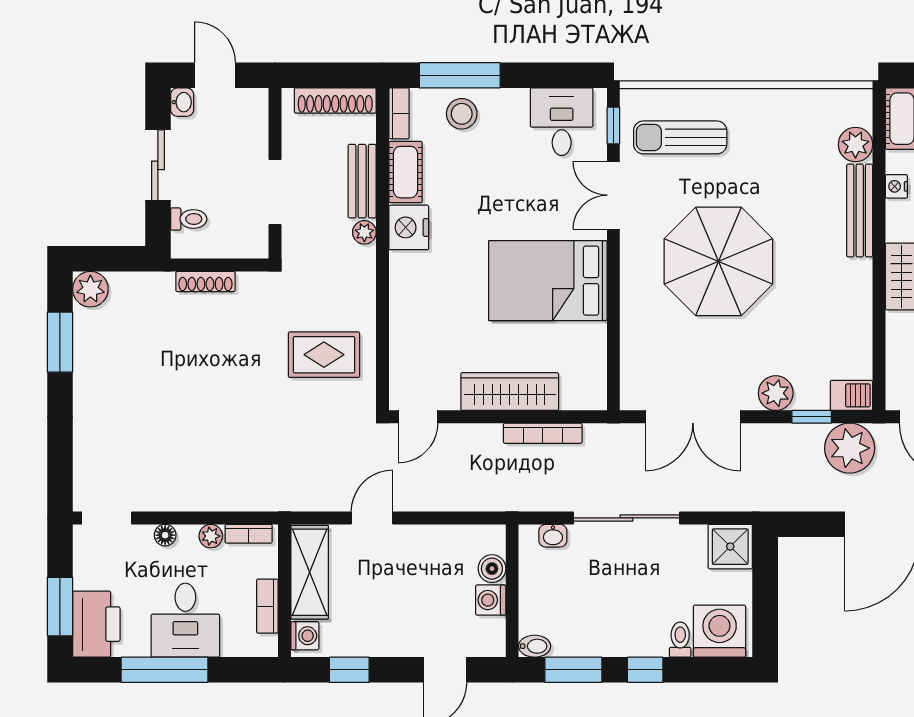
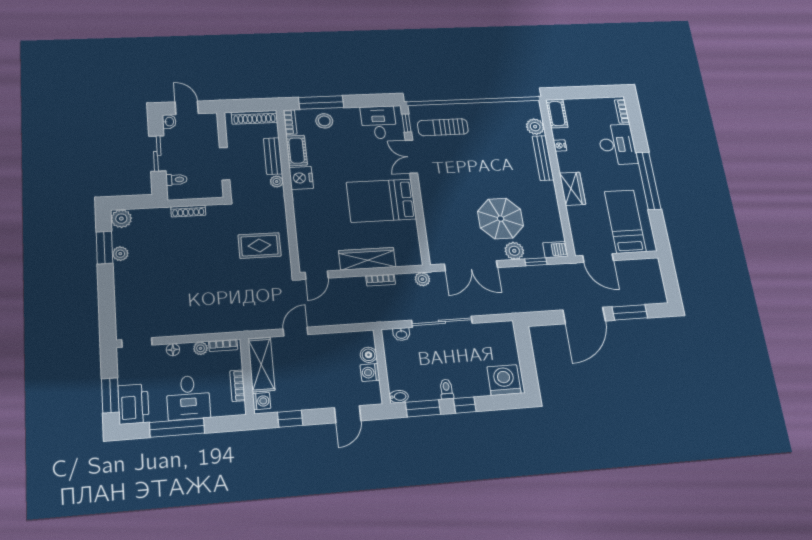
parasol: (718, 261) -> (501, 219), moved, width x0.73, depth x0.73
plant: (86, 355) -> (120, 254), added
bookcase: (543, 433) -> (381, 280), width x0.64
plant: (850, 448) -> (422, 279), moved, width x0.53, depth x0.53
shower: (730, 547) -> (503, 333), removed
toilet: (680, 640) -> (446, 389), moved

